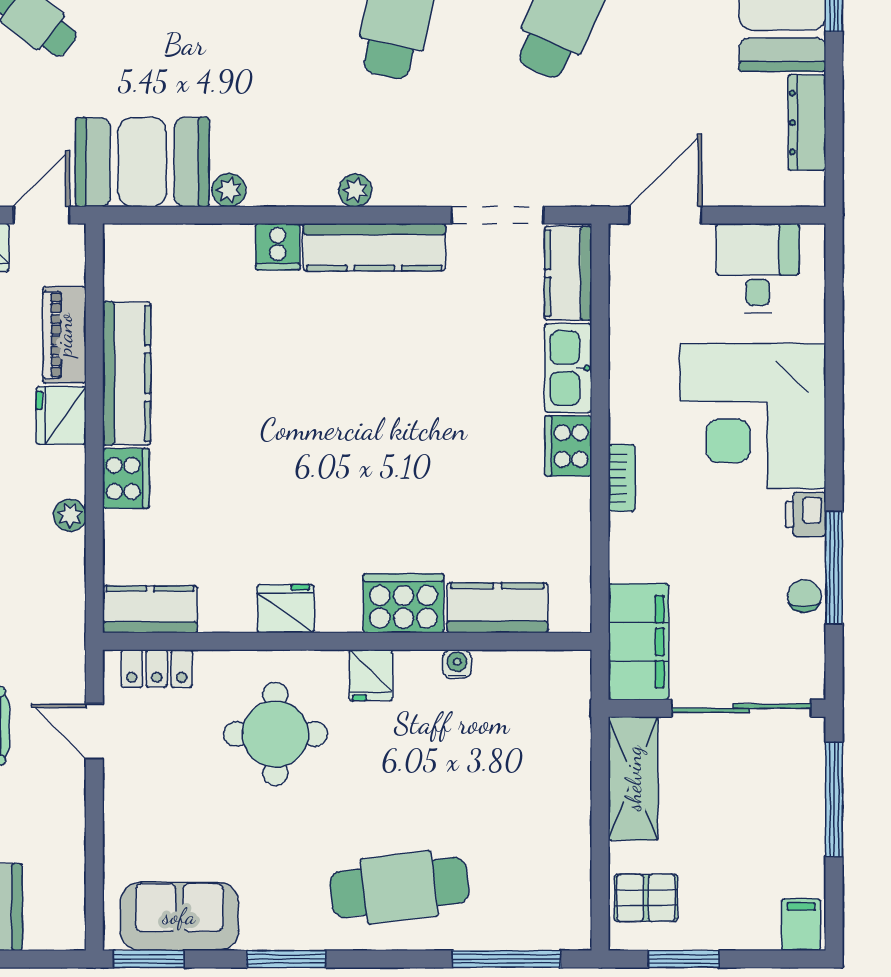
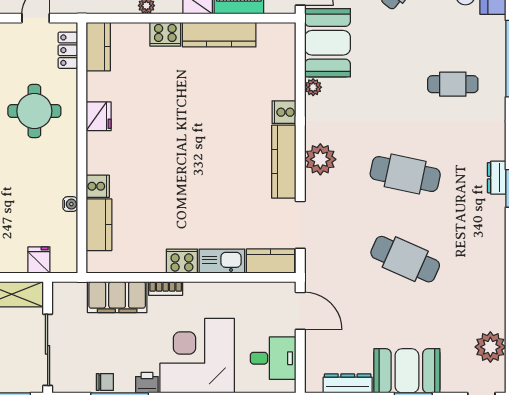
plant: (355, 190) -> (320, 159), width x1.88, depth x1.88
cooker: (403, 603) -> (98, 186), width x0.53, depth x0.76
filing cabinet: (638, 642) -> (117, 297), moved
fridge: (371, 675) -> (39, 260), moved, turned 90

